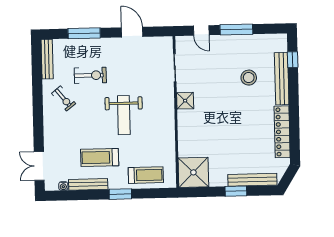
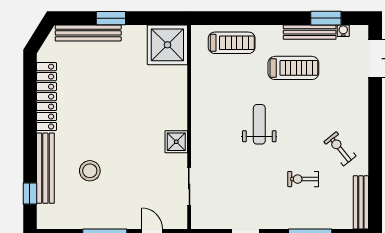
exercise bike: (90, 75) -> (303, 179), width x0.73, depth x0.72
weight bench: (124, 115) -> (259, 124), width x0.73, depth x0.75
treadmill: (146, 175) -> (232, 43), turned 180
window: (120, 194) -> (326, 18), moved

